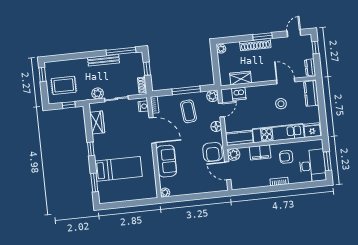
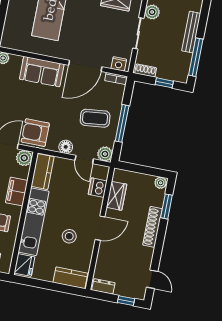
window: (263, 36) -> (166, 206), moved
door: (286, 81) -> (100, 228), moved

